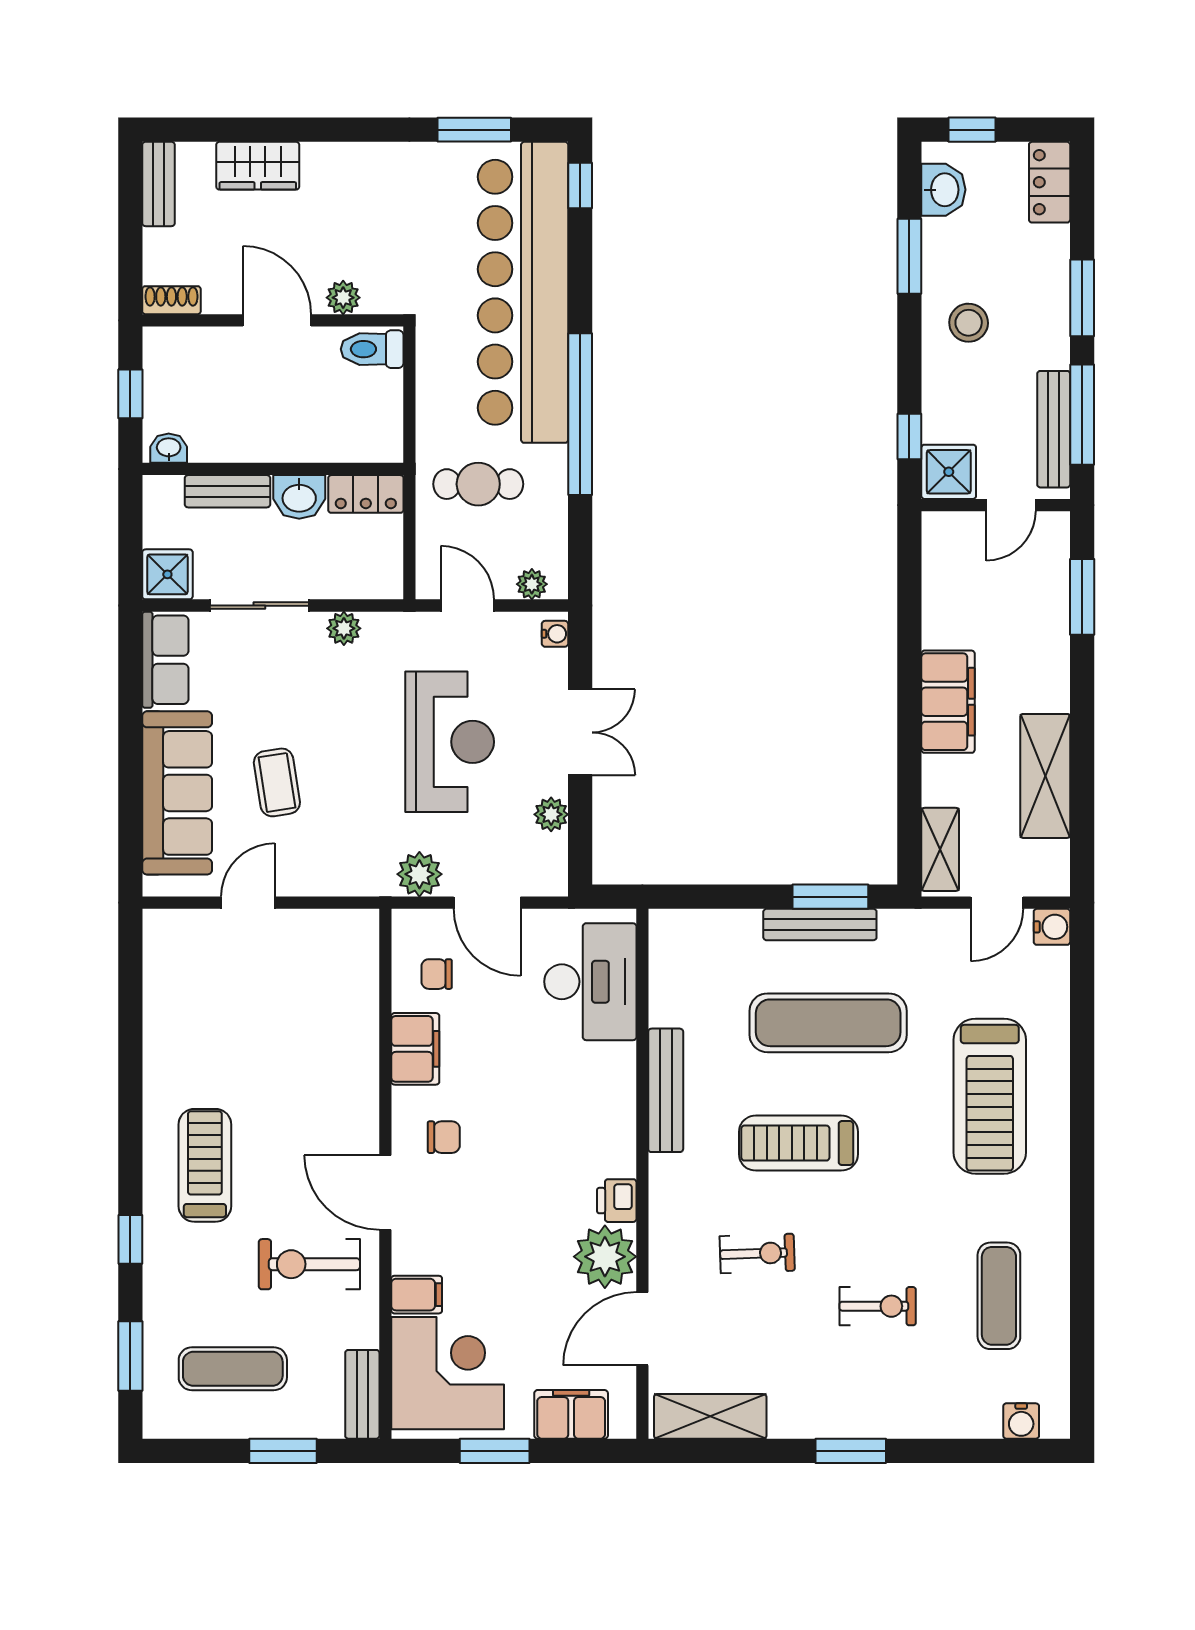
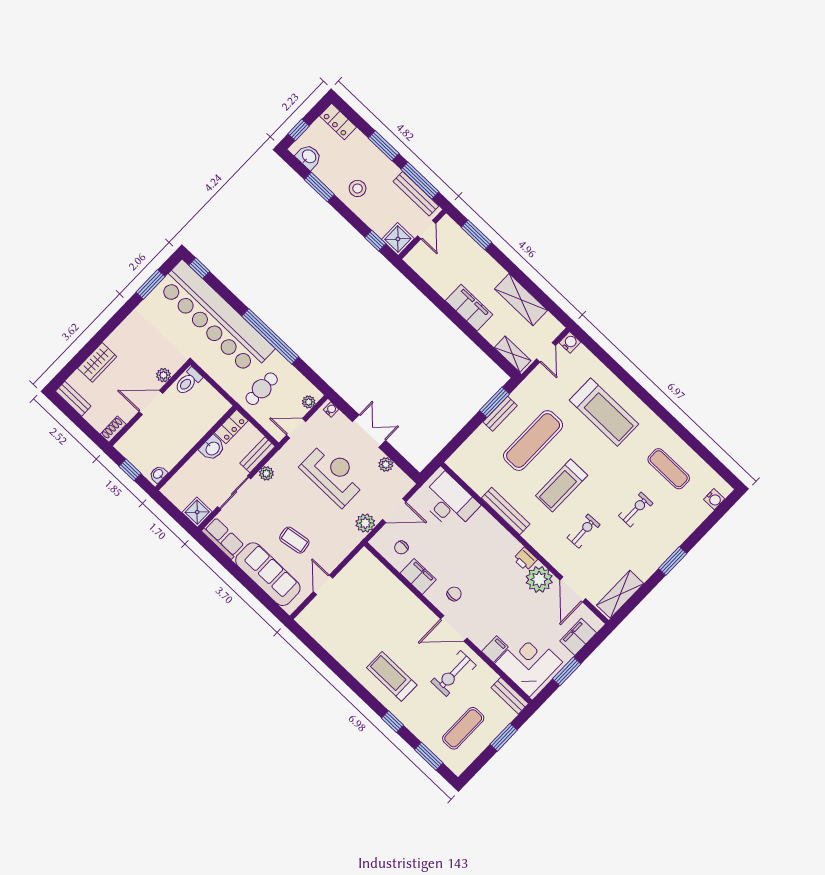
bench: (227, 491) -> (257, 455), moved
bench: (820, 925) -> (500, 414), width x0.73

